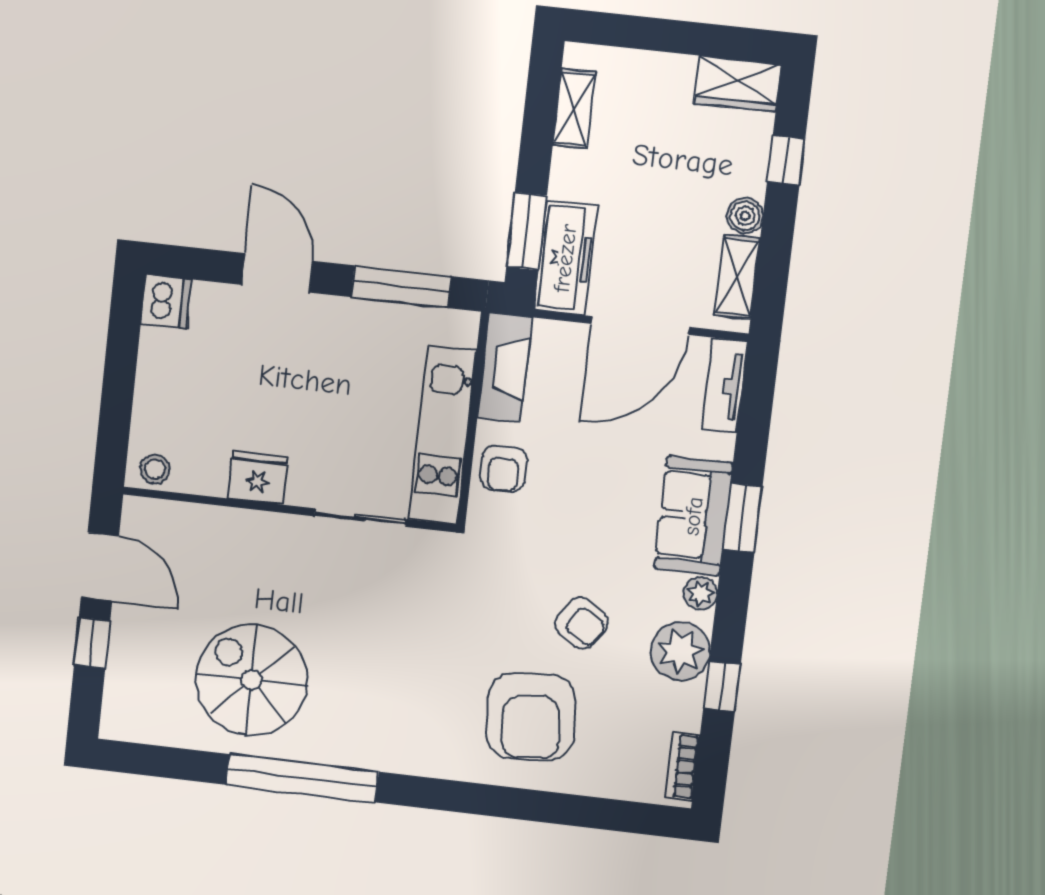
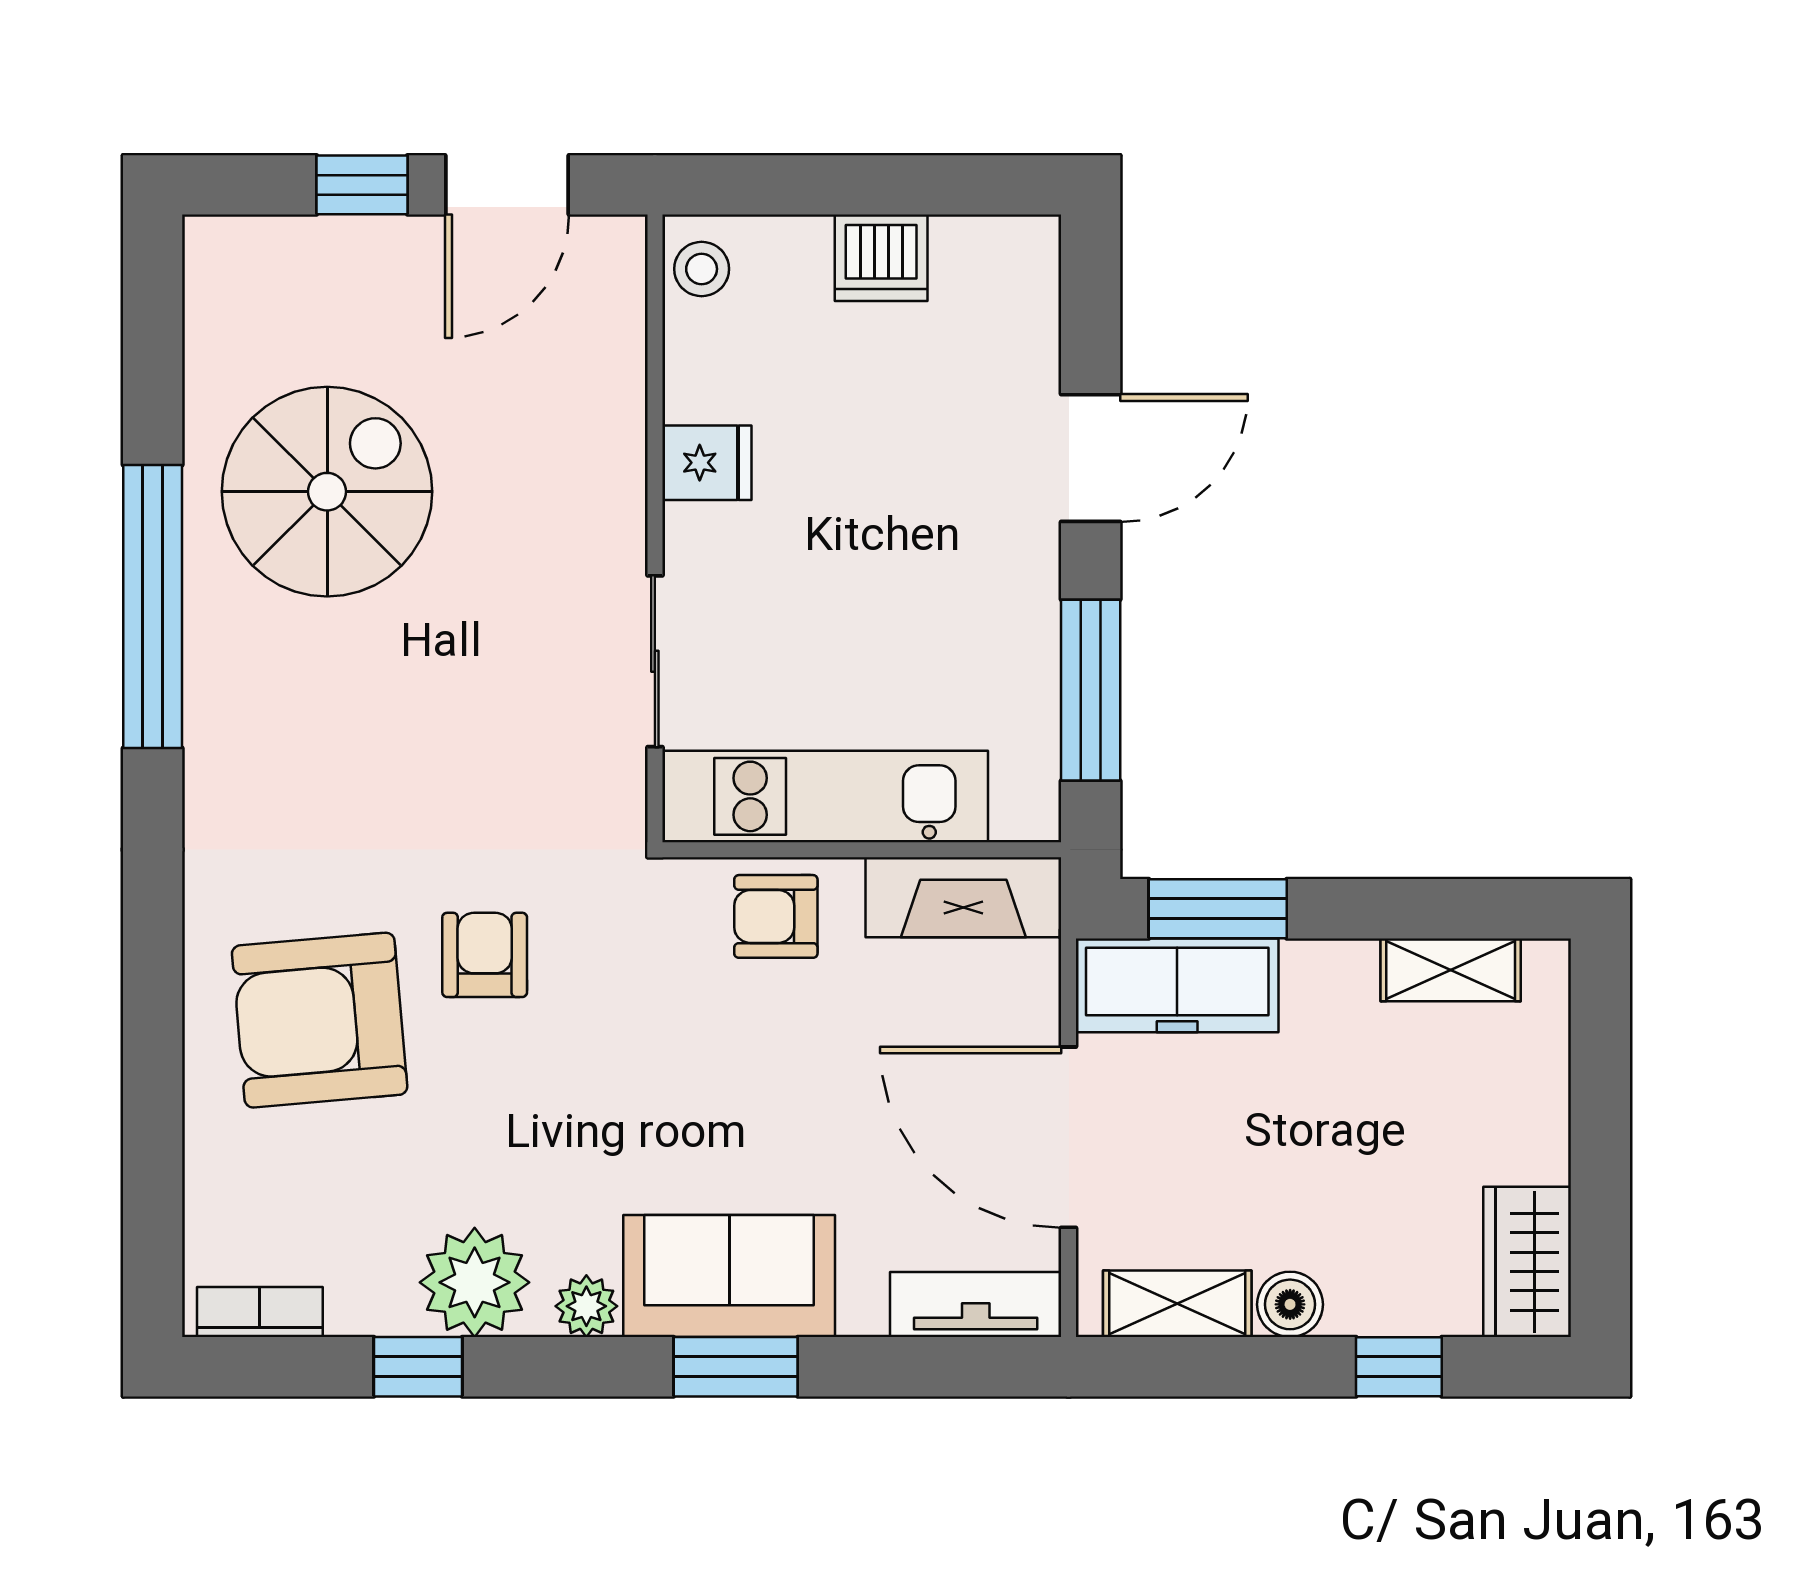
dishwasher: (166, 302) -> (881, 258), moved
fridge: (258, 478) -> (707, 463), width x0.72
armchair: (581, 623) -> (485, 955), moved, turned 146

